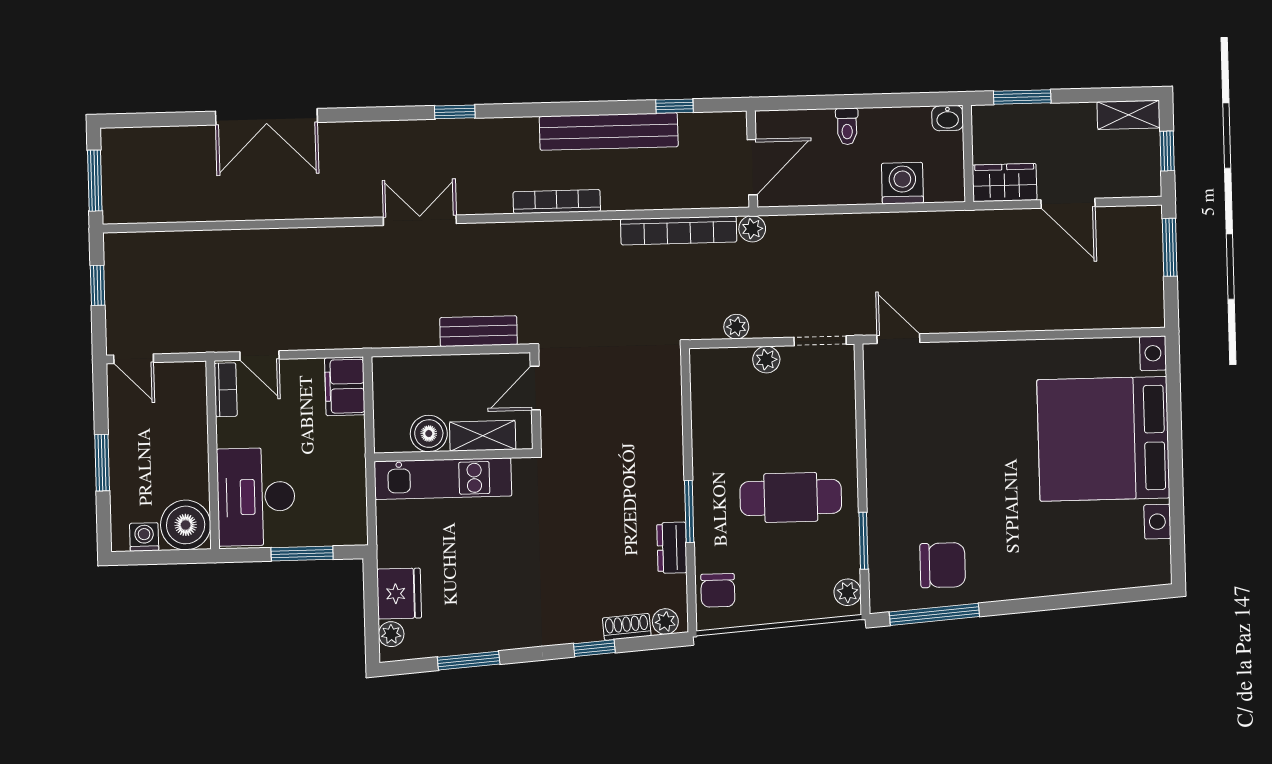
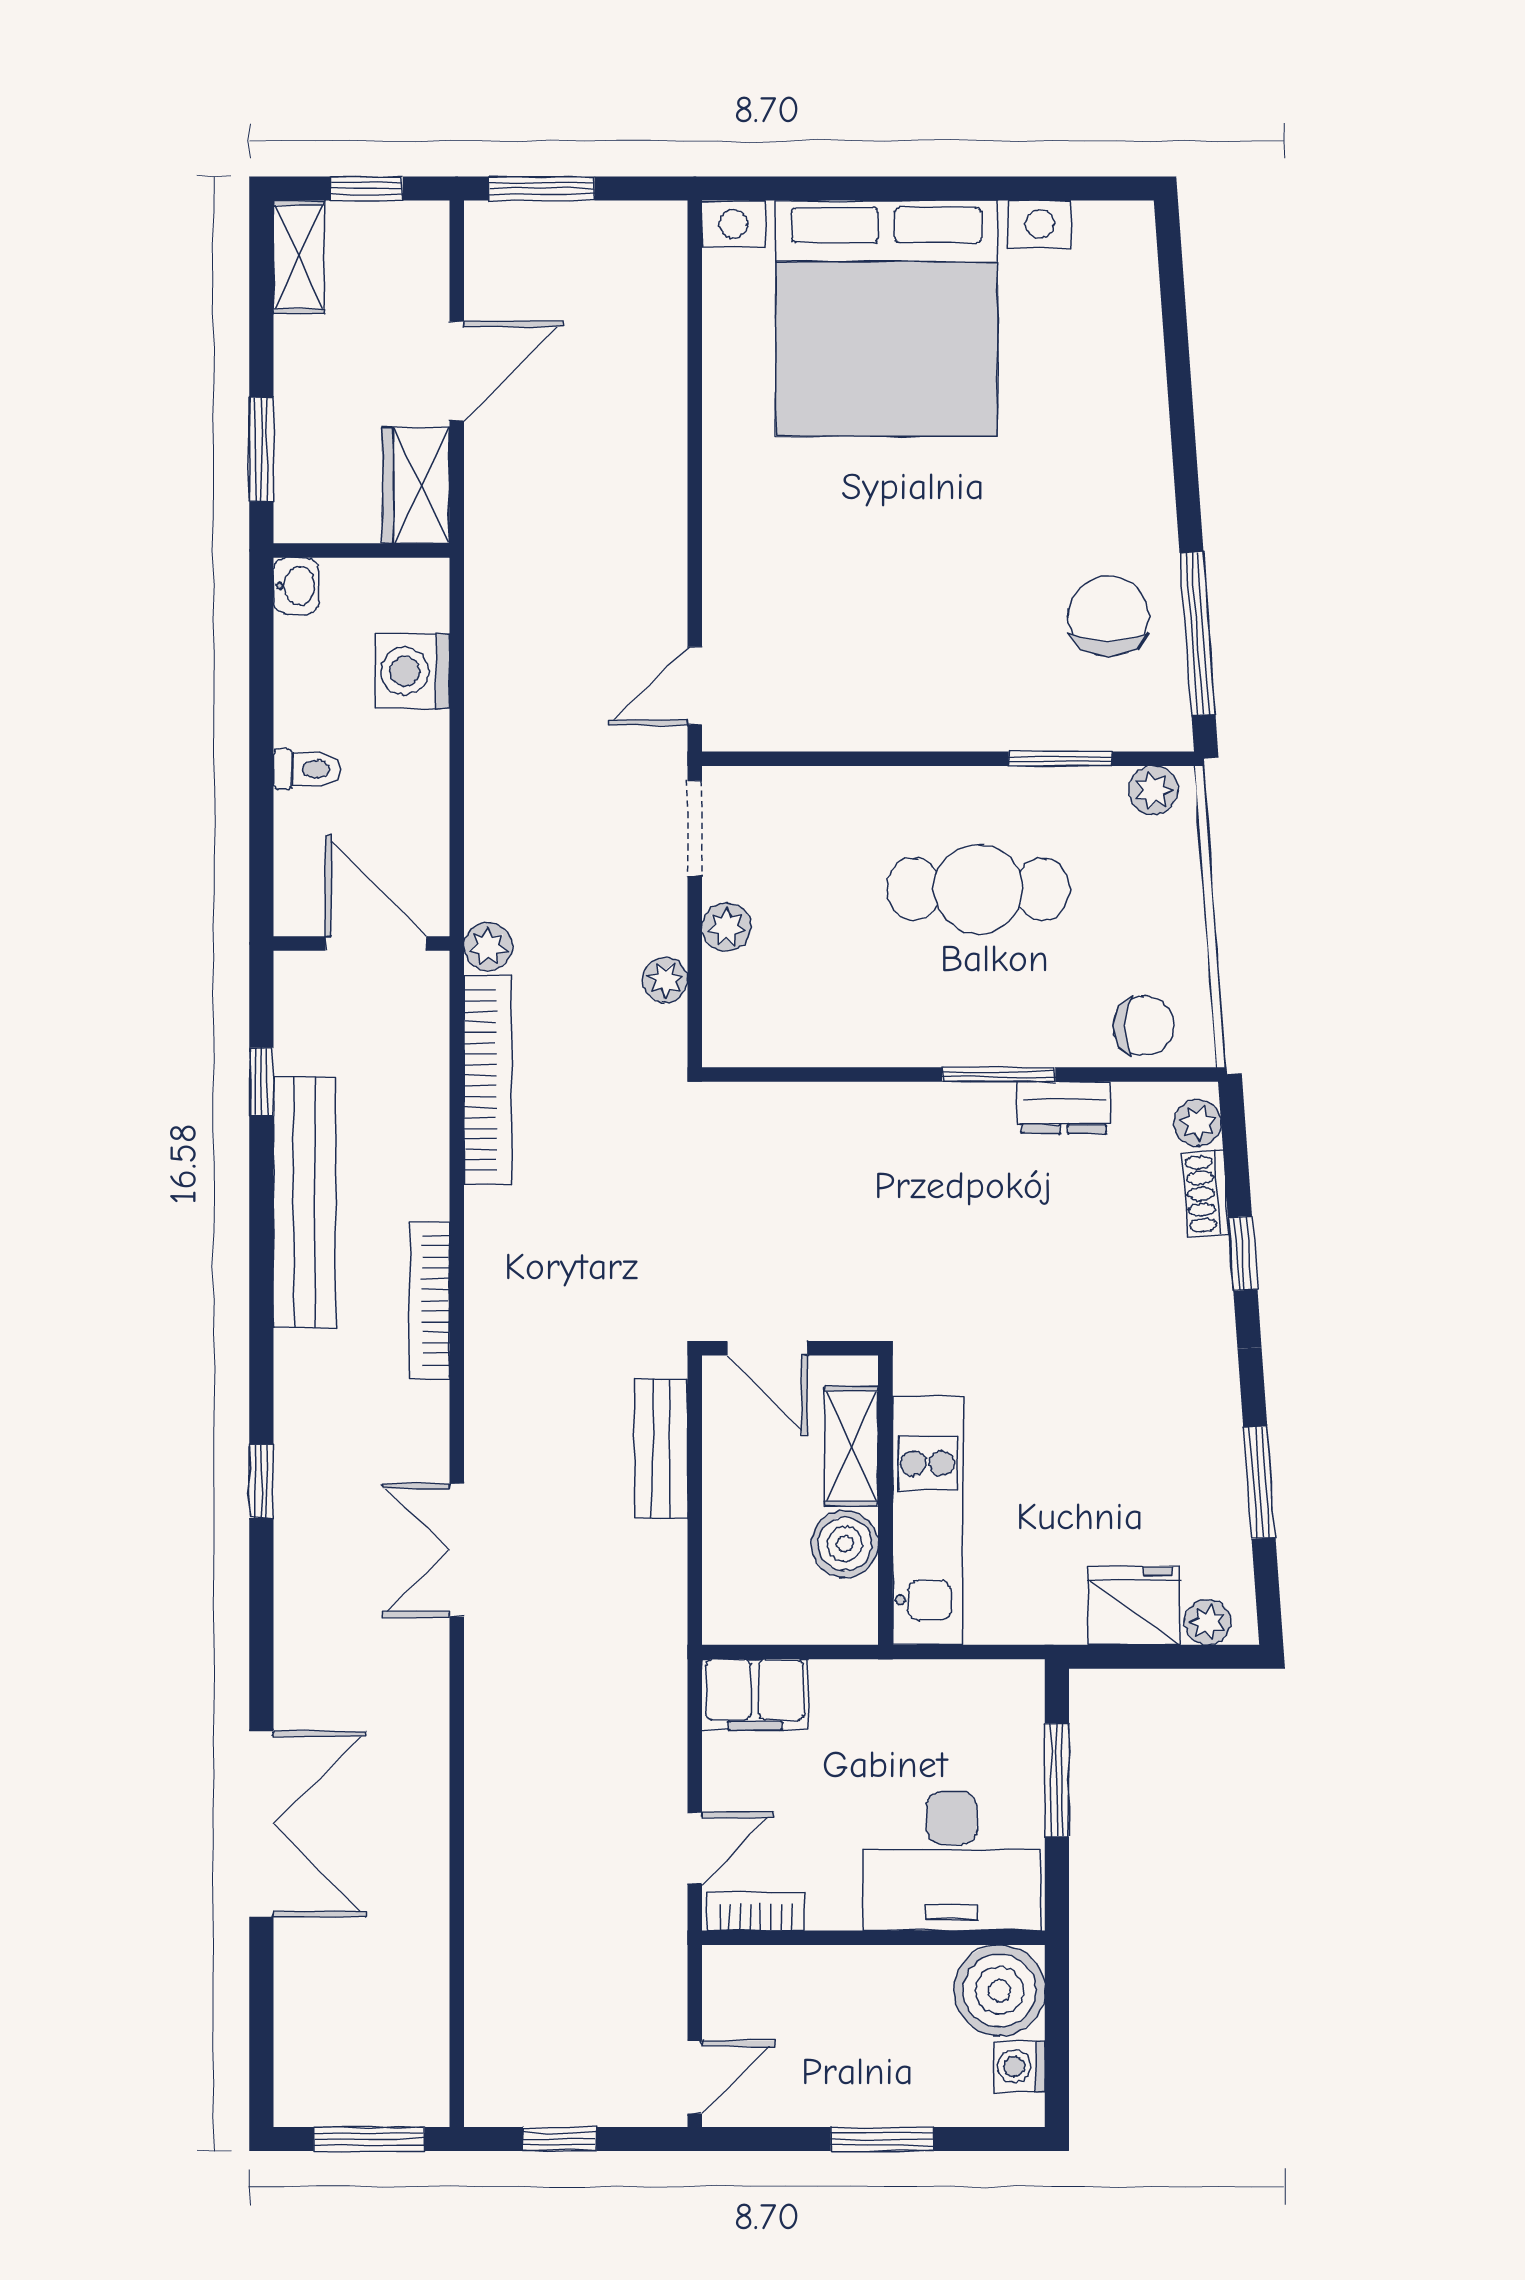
cafe table: (791, 497) -> (978, 889), turned 90

